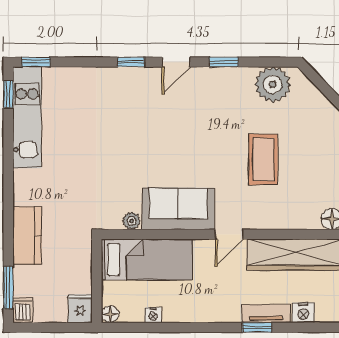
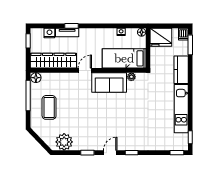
kitchen unit: (27, 117) -> (181, 109), moved
coffee table: (263, 160) -> (49, 107), moved
fridge: (80, 309) -> (161, 37), width x1.88, depth x1.34

